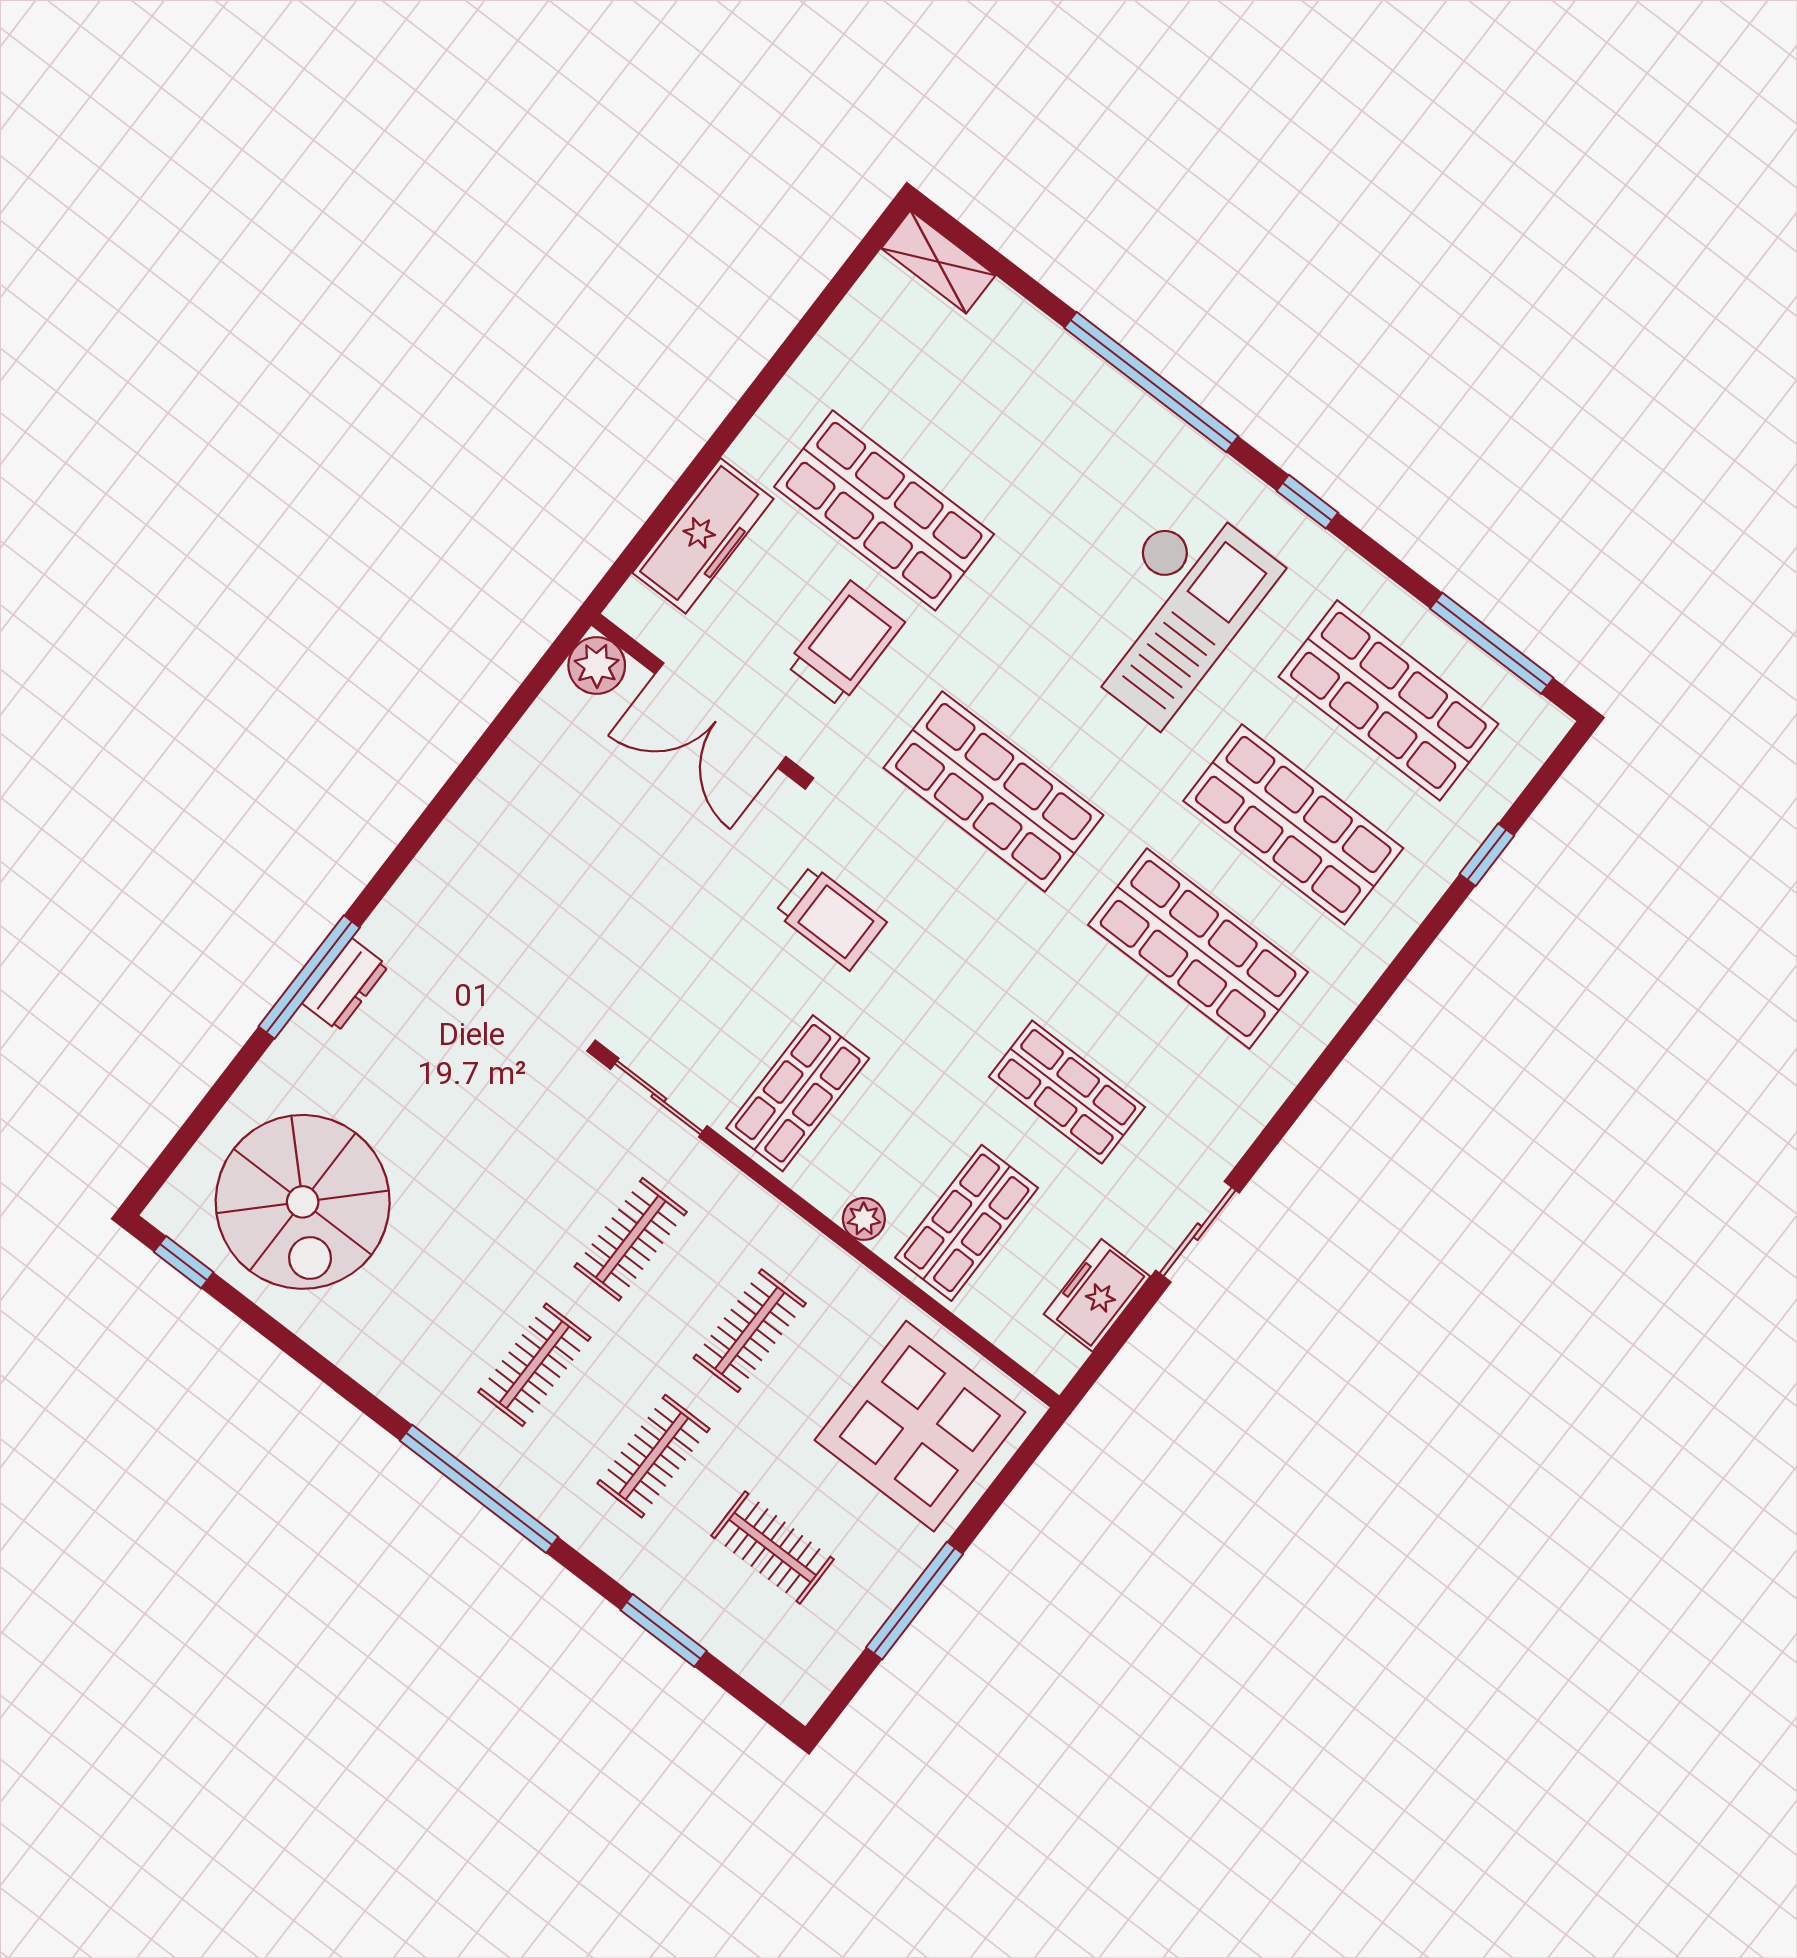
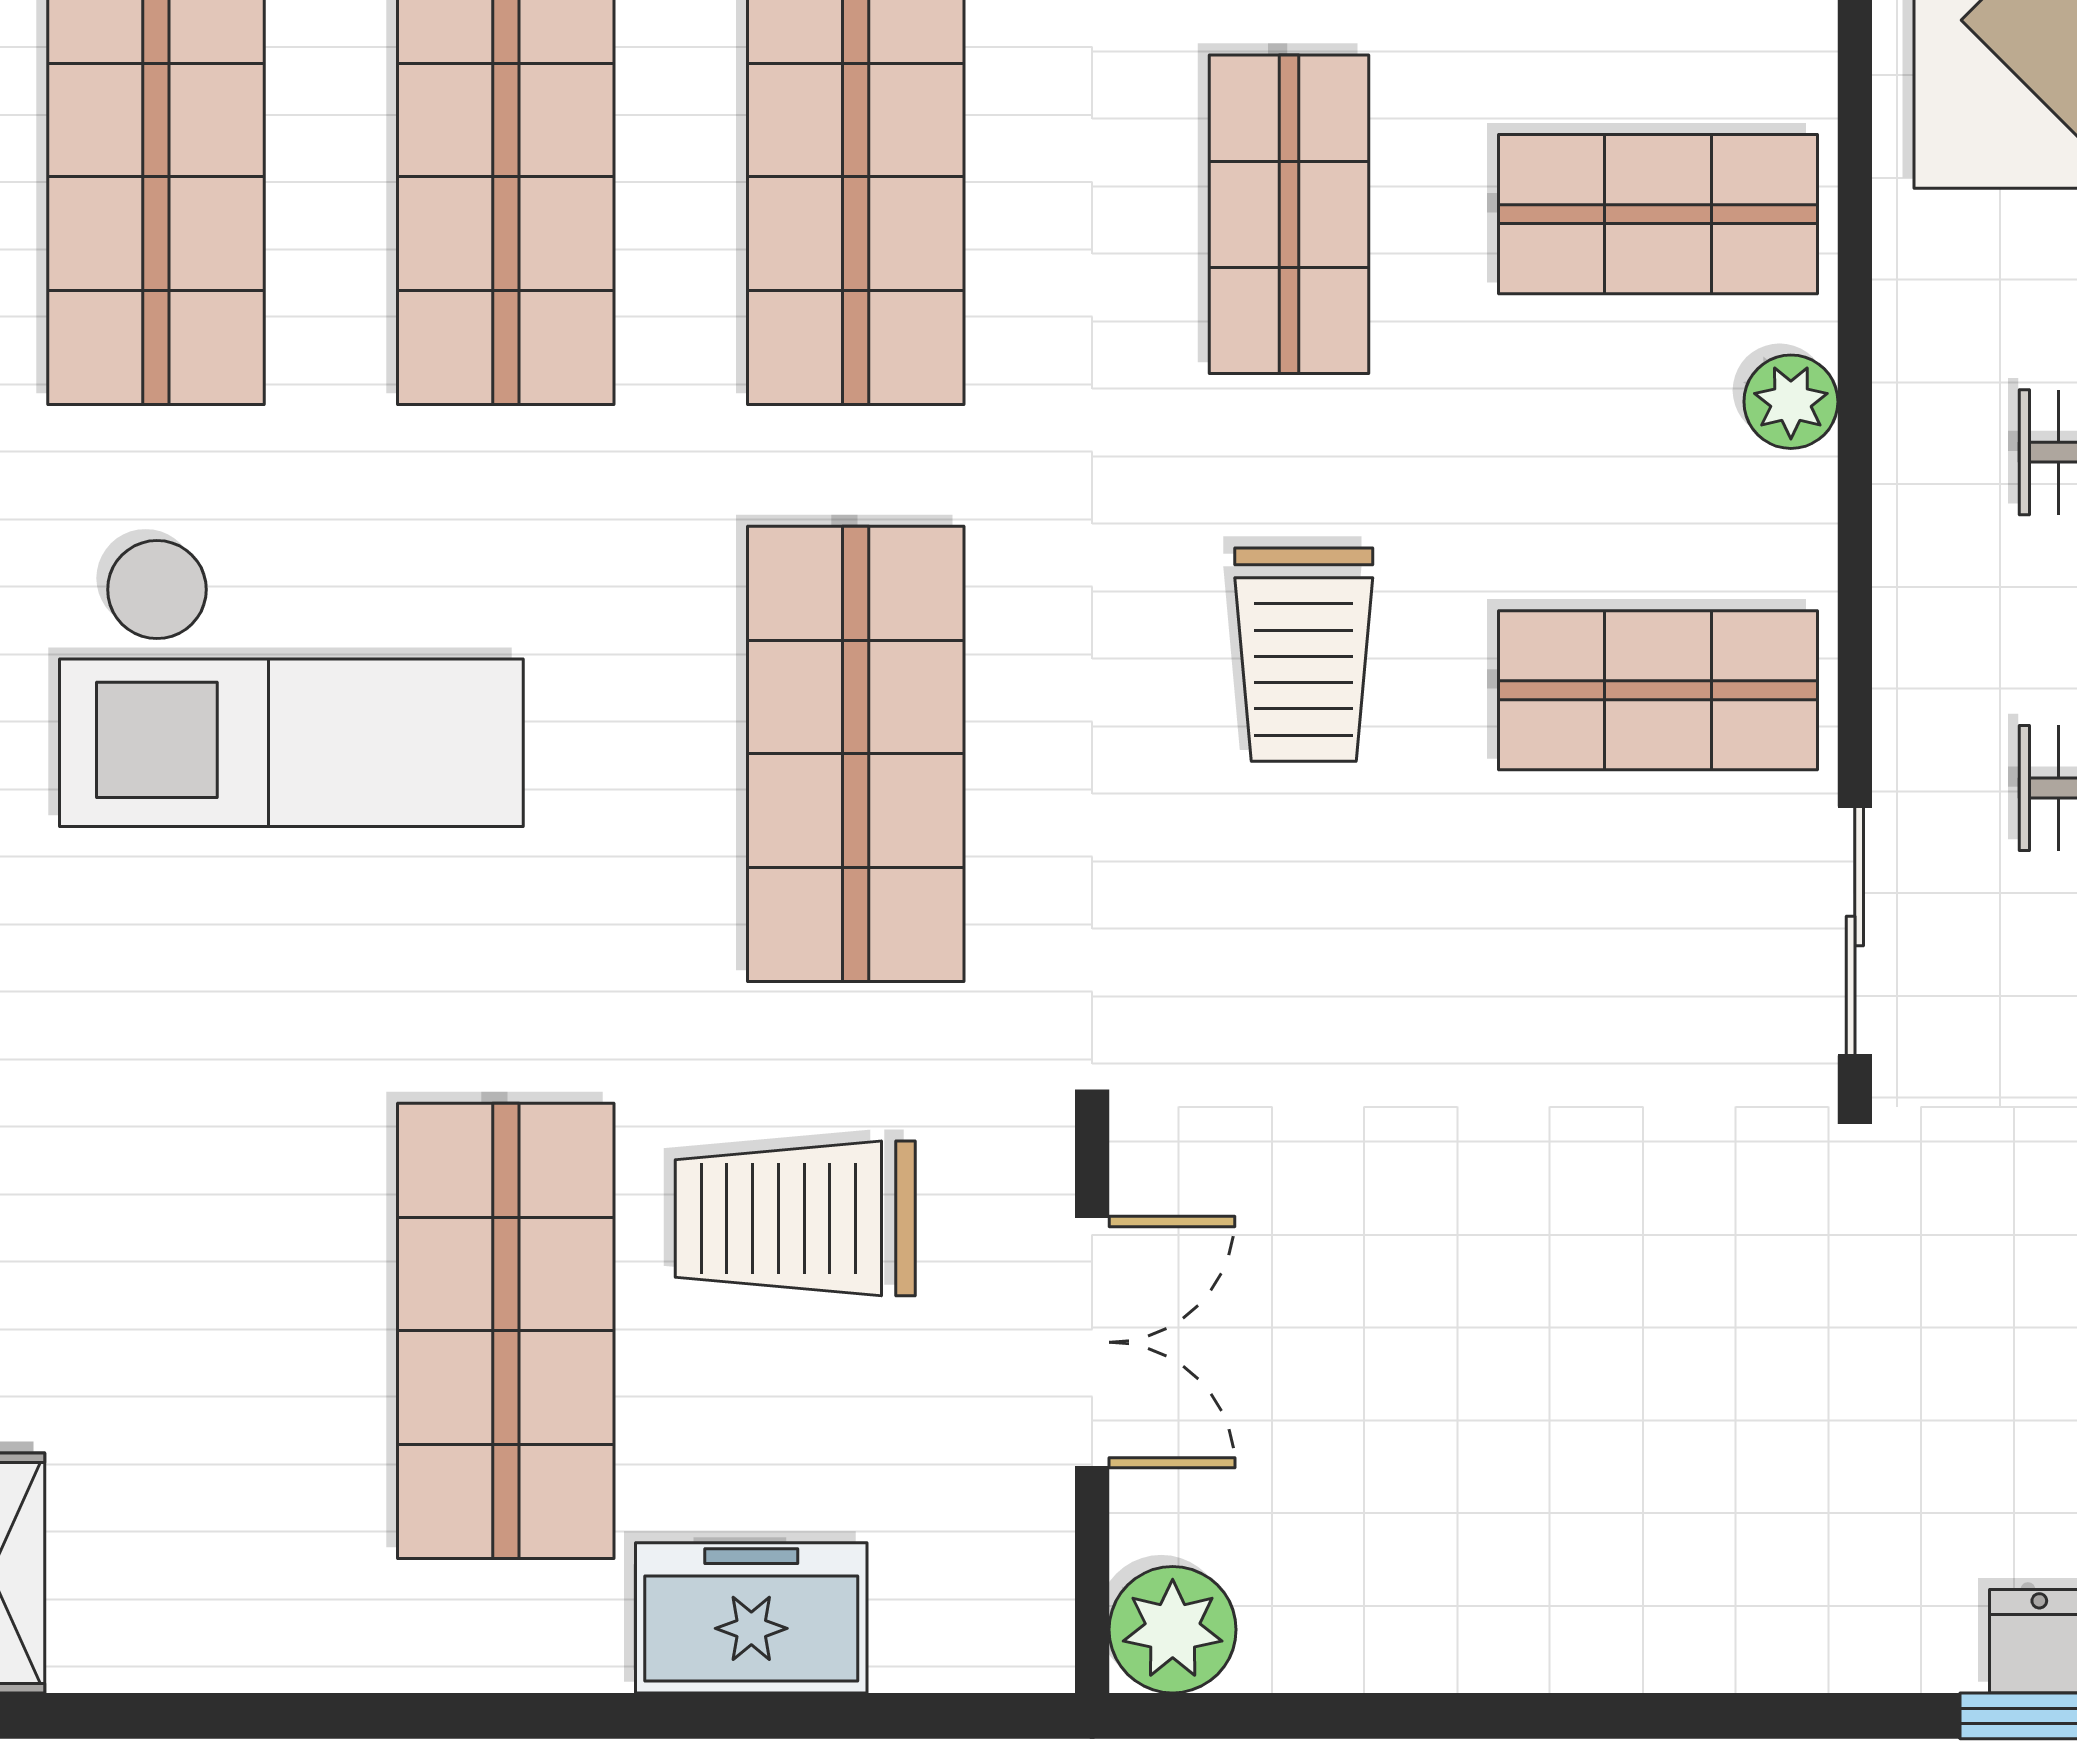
freezer: (703, 536) -> (751, 1618), width x0.71
checkout: (1172, 611) -> (291, 682), turned 180
double door: (721, 715) -> (1092, 1342), width x0.73
trolley: (831, 918) -> (1304, 655), moved, turned 180

